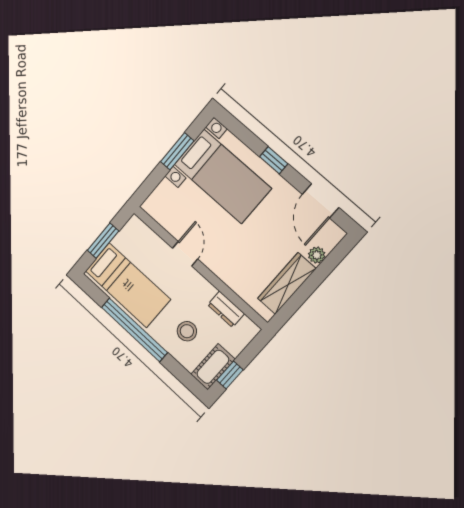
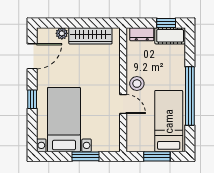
window: (177, 151) -> (86, 156), moved
door: (185, 254) -> (123, 104), swing flipped
dresser: (226, 309) -> (142, 34), moved, turned 90
stool: (187, 331) -> (137, 84), moved

